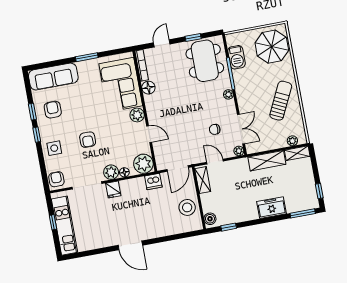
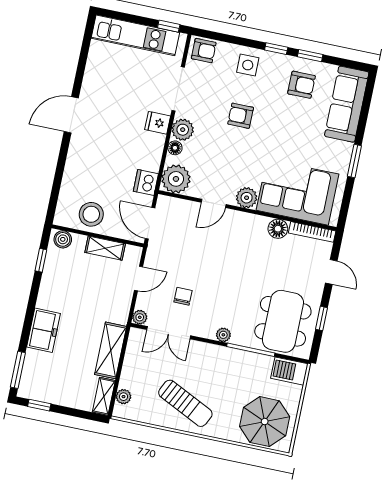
barbecue: (237, 57) -> (289, 371), moved
dining table: (205, 61) -> (283, 321), turned 90
shelving: (203, 180) -> (105, 248), moved
window: (53, 222) -> (169, 26), moved

